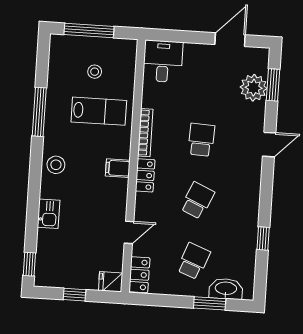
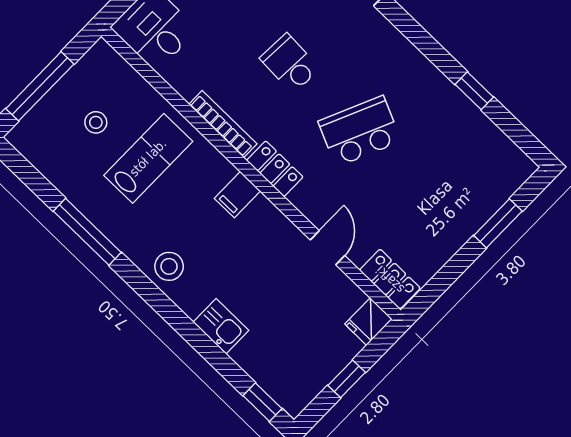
school desk: (197, 200) -> (360, 131), width x1.85
school desk: (193, 261) -> (429, 199), removed
washbasin: (226, 289) -> (497, 188), removed

